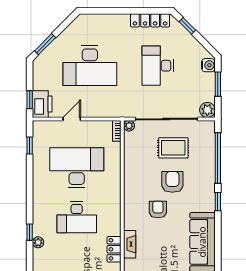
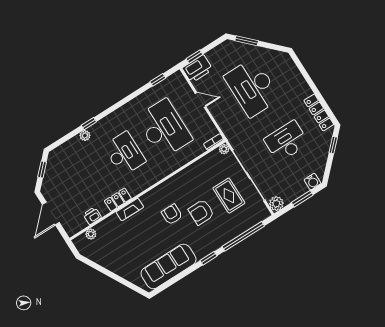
armchair: (172, 182) -> (201, 212), turned 180
armchair: (158, 209) -> (172, 214), turned -90
desk: (77, 217) -> (124, 154), turned 180

